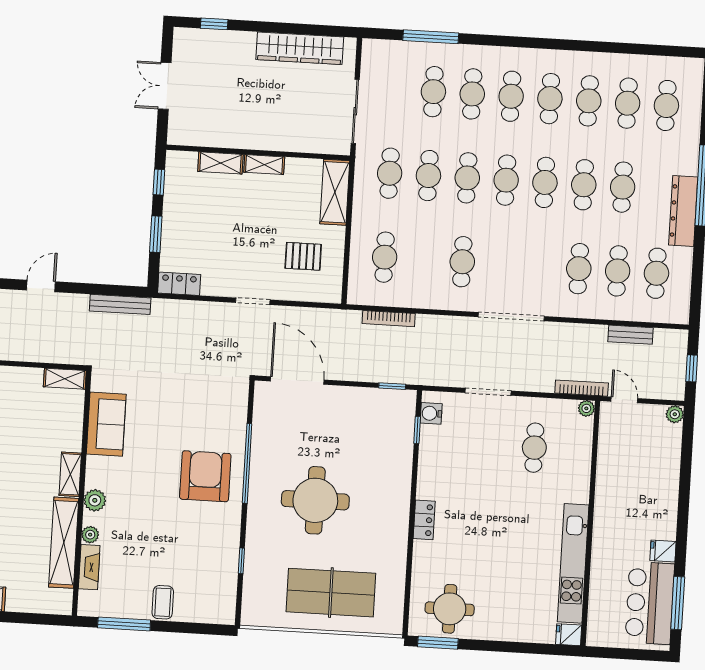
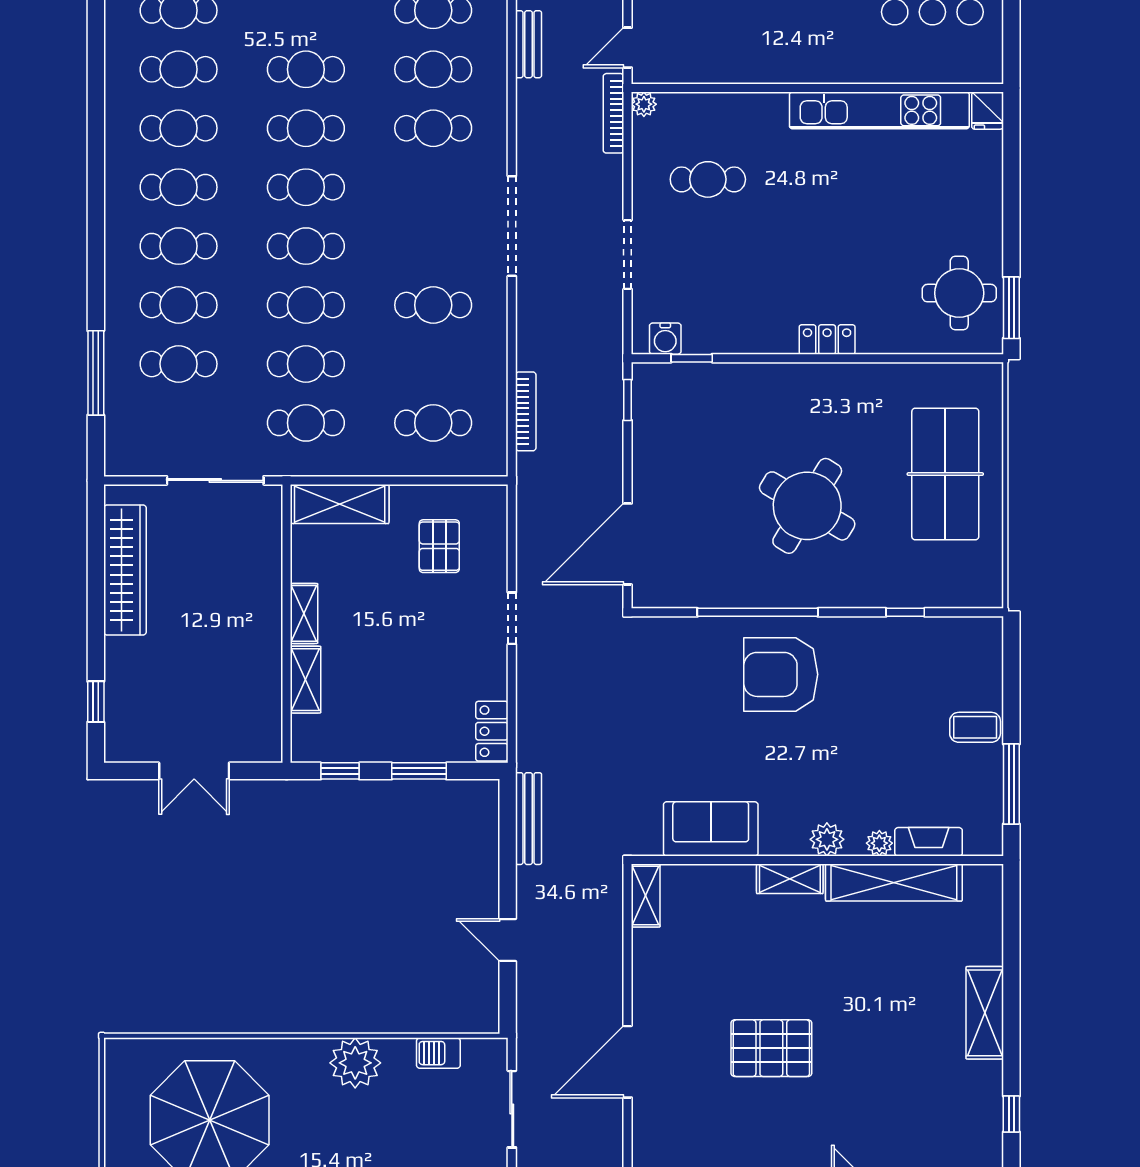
round table: (315, 500) -> (807, 506), turned 31

